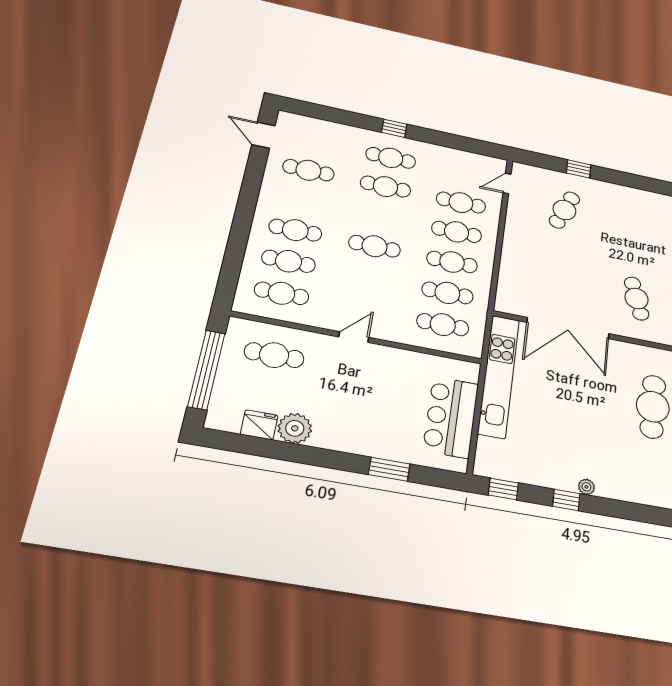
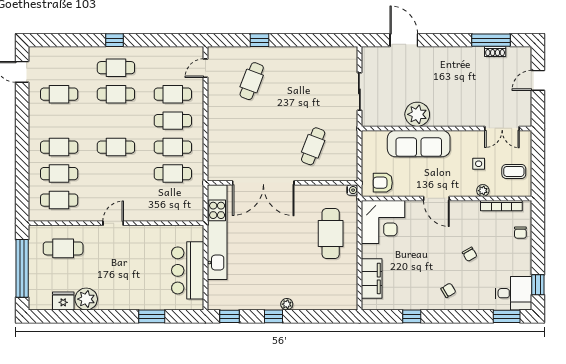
cafe table: (637, 298) -> (313, 146), turned 39
cafe table: (443, 325) -> (173, 200), removed

